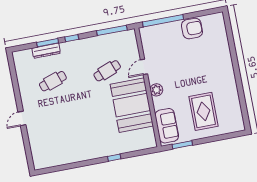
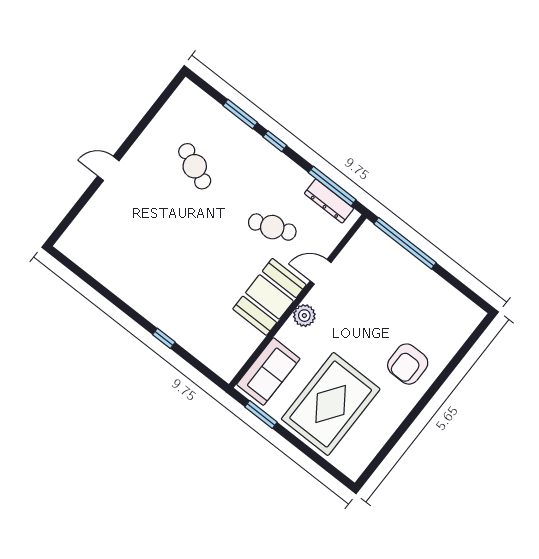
armchair: (192, 29) -> (408, 364), moved, turned 90
dresser: (46, 51) -> (329, 201), moved
cafe table: (53, 81) -> (195, 166), turned 42
booth: (132, 105) -> (269, 297), width x0.73, depth x0.70
rug: (203, 111) -> (331, 404), width x1.37, depth x1.44

